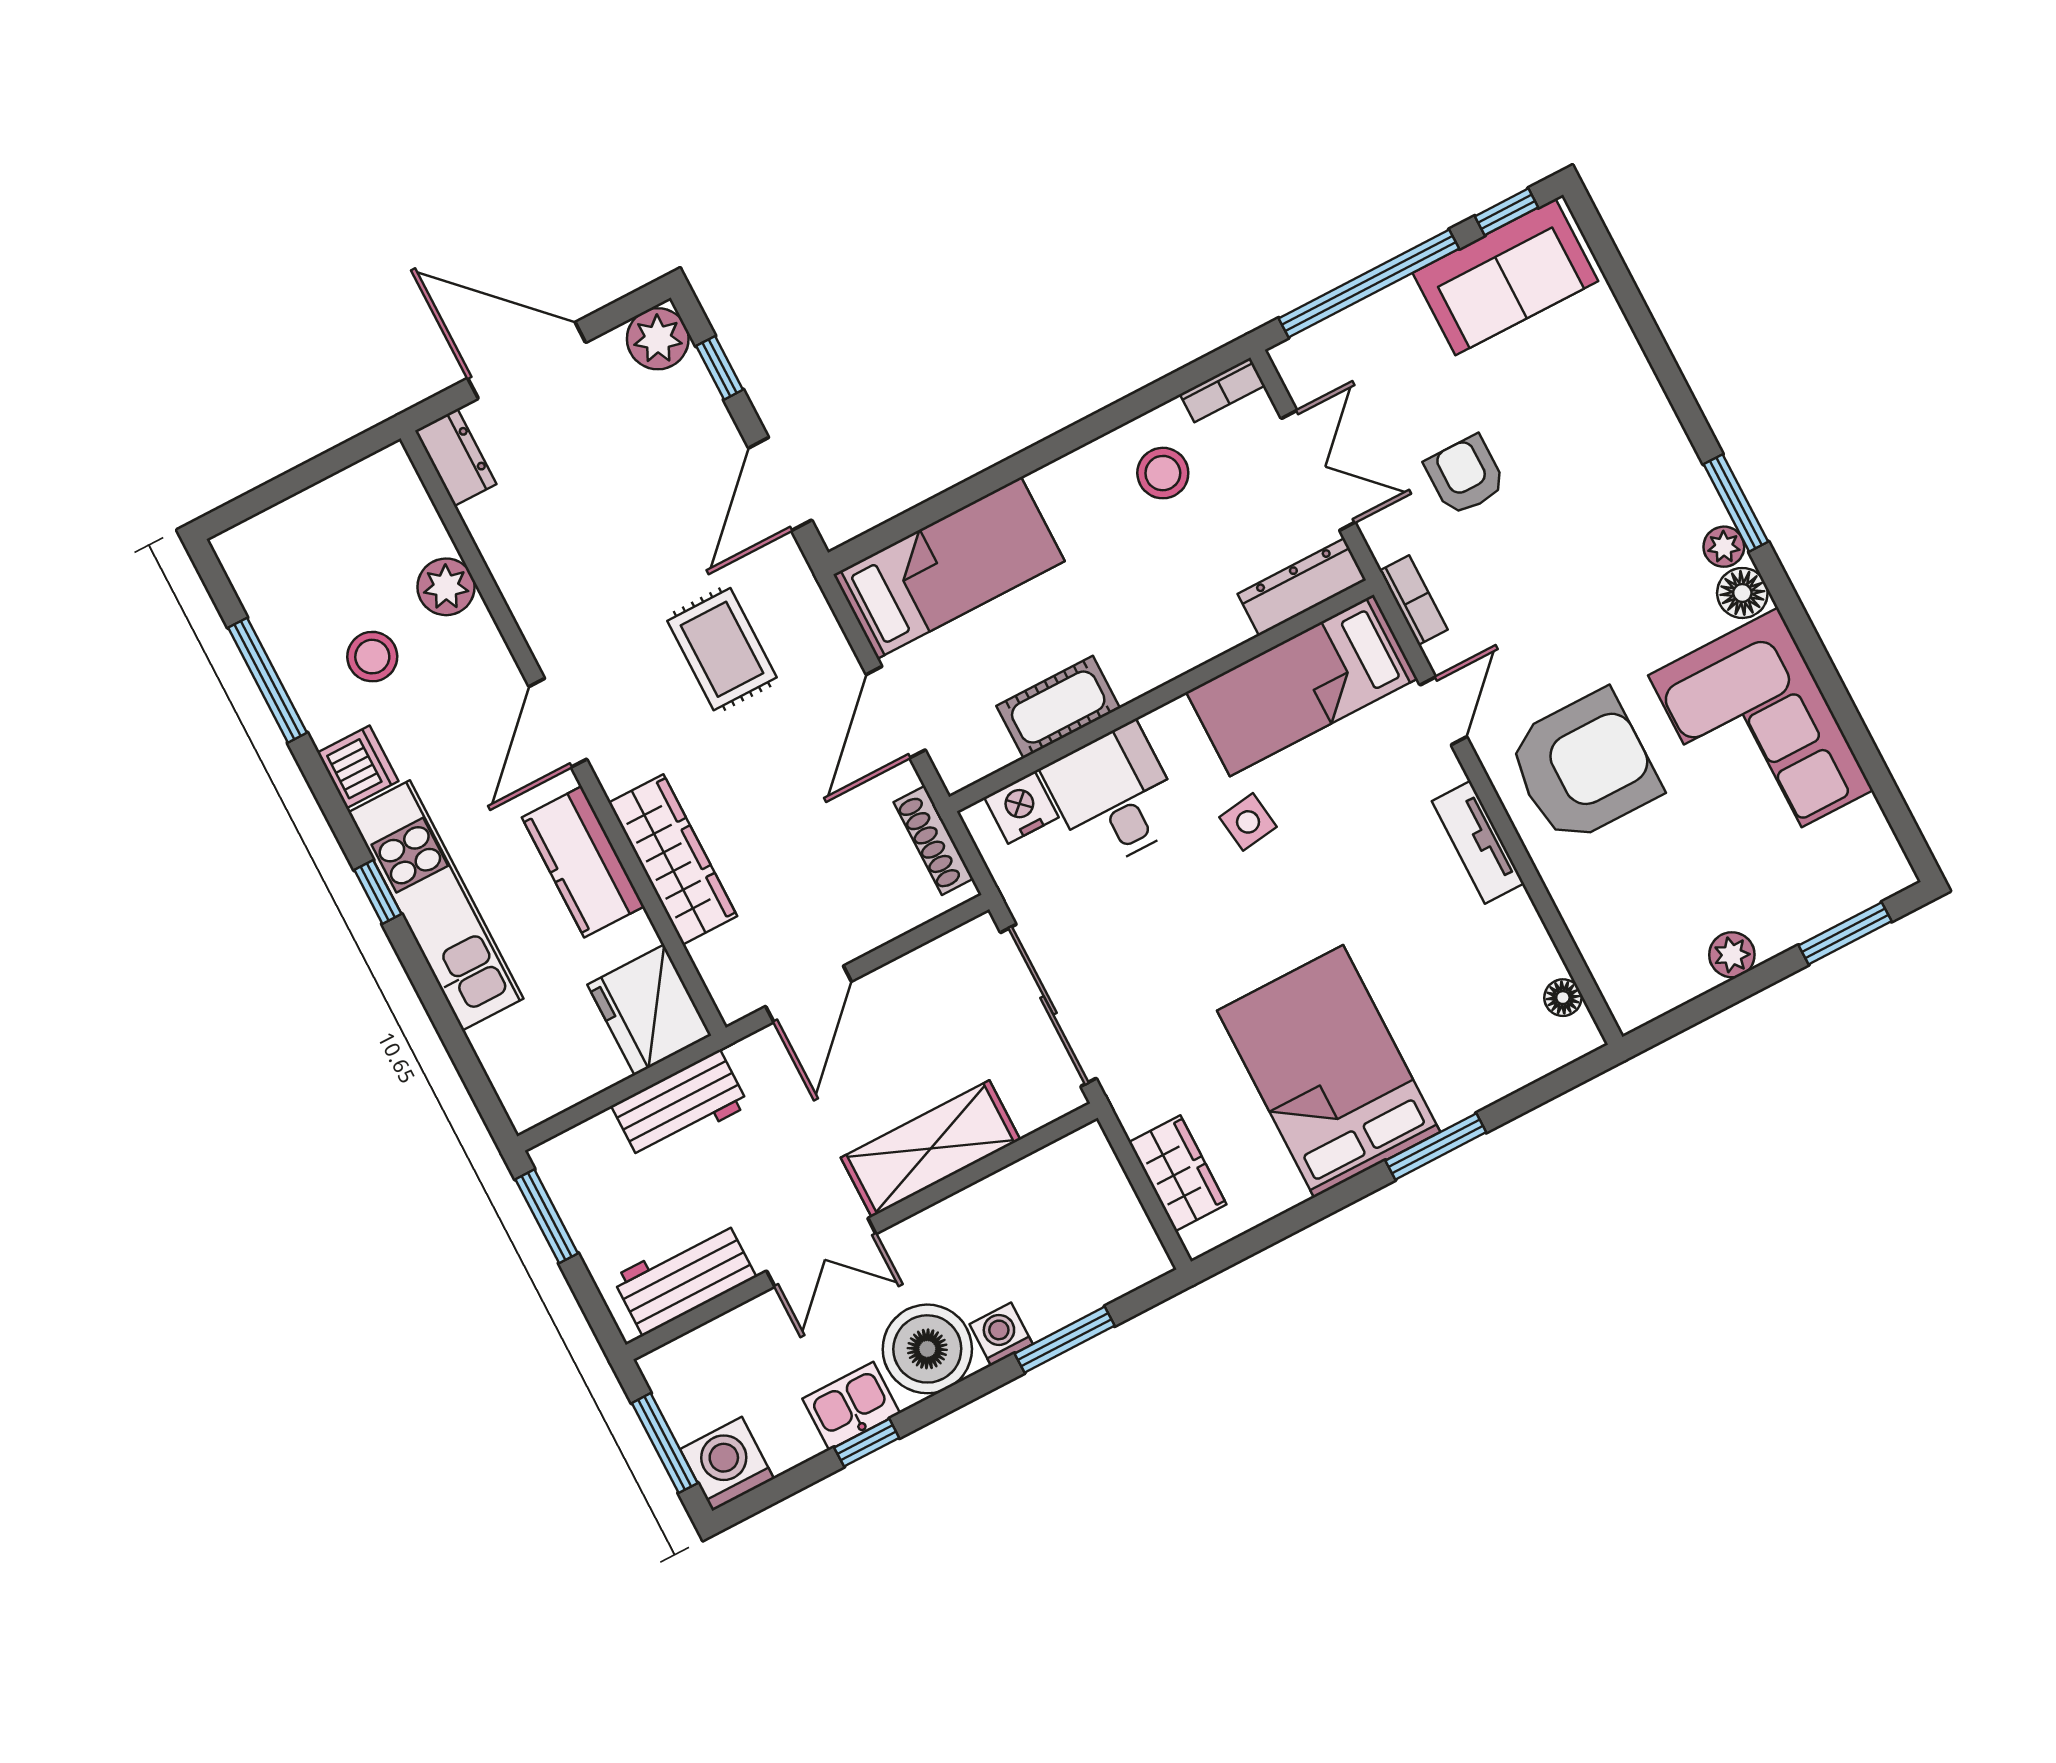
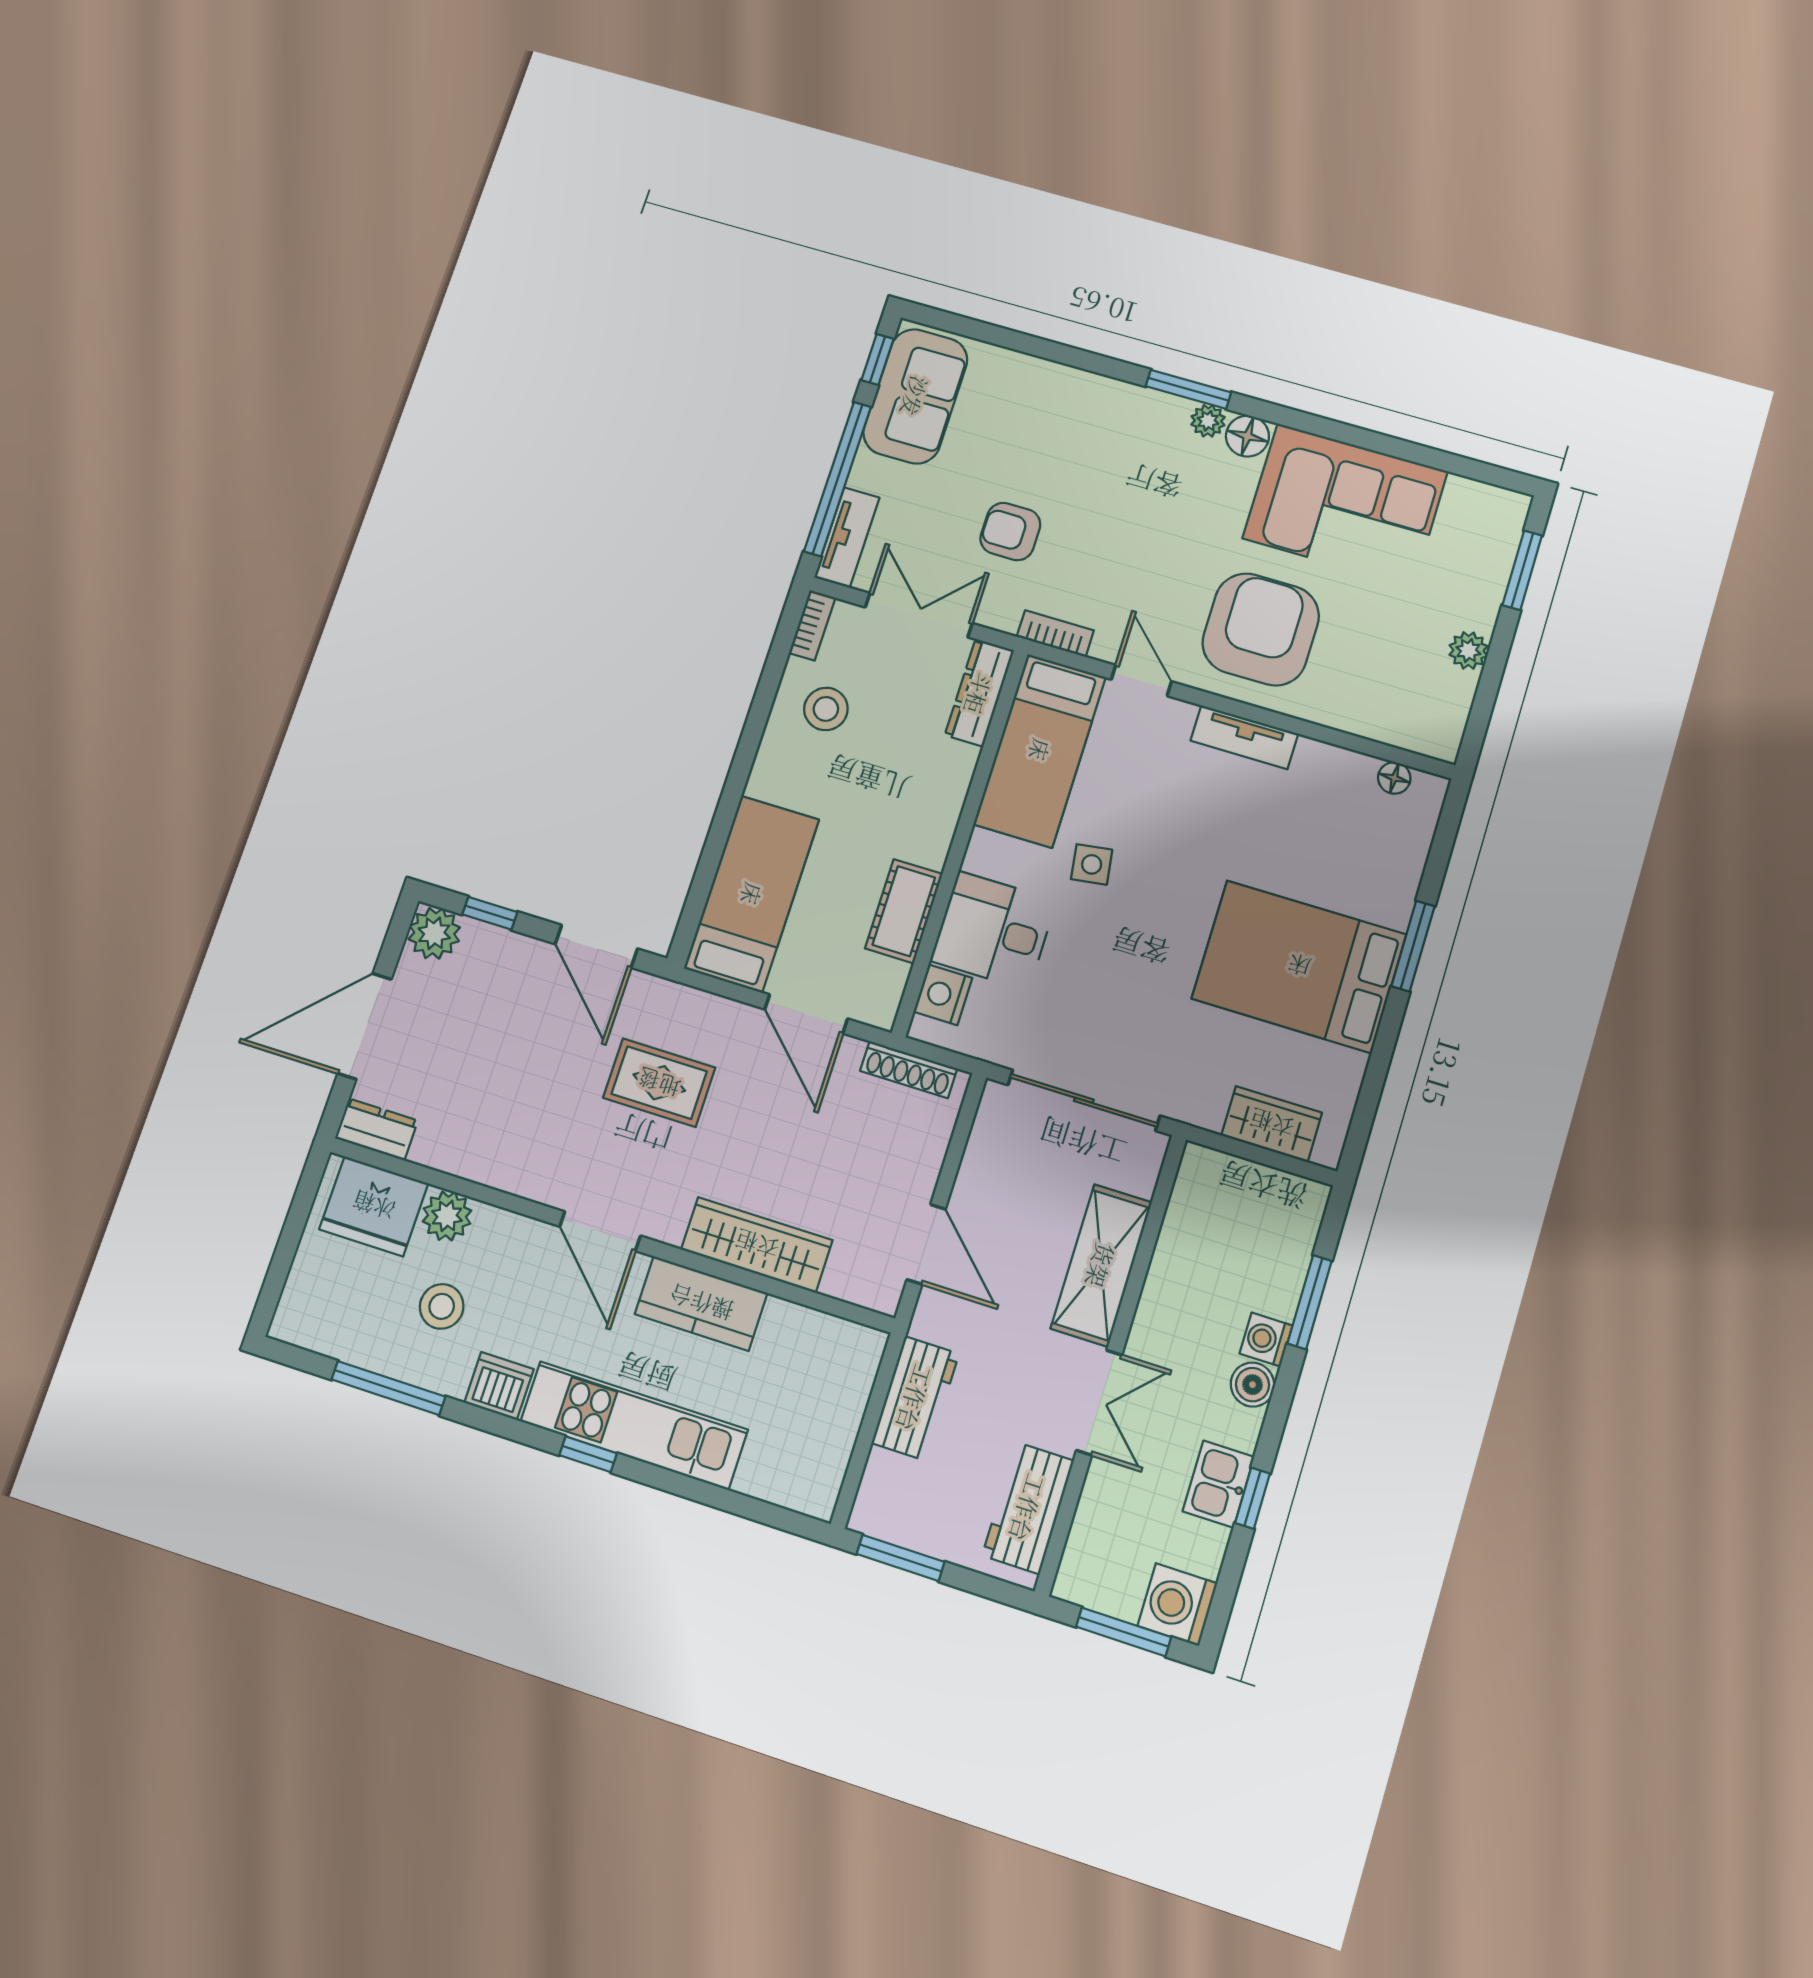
tv unit: (1326, 343) -> (847, 538), added
fridge: (649, 1010) -> (374, 1206), moved
boiler: (927, 1349) -> (1252, 1385), width x0.54, depth x0.54

